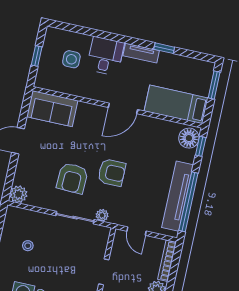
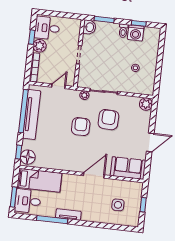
window: (164, 48) -> (52, 220), width x2.17
desk: (105, 56) -> (28, 201), moved, turned 90
door: (123, 108) -> (94, 175), moved
armchair: (112, 173) -> (81, 127), turned 90
door: (137, 231) -> (58, 86), hinge flipped

